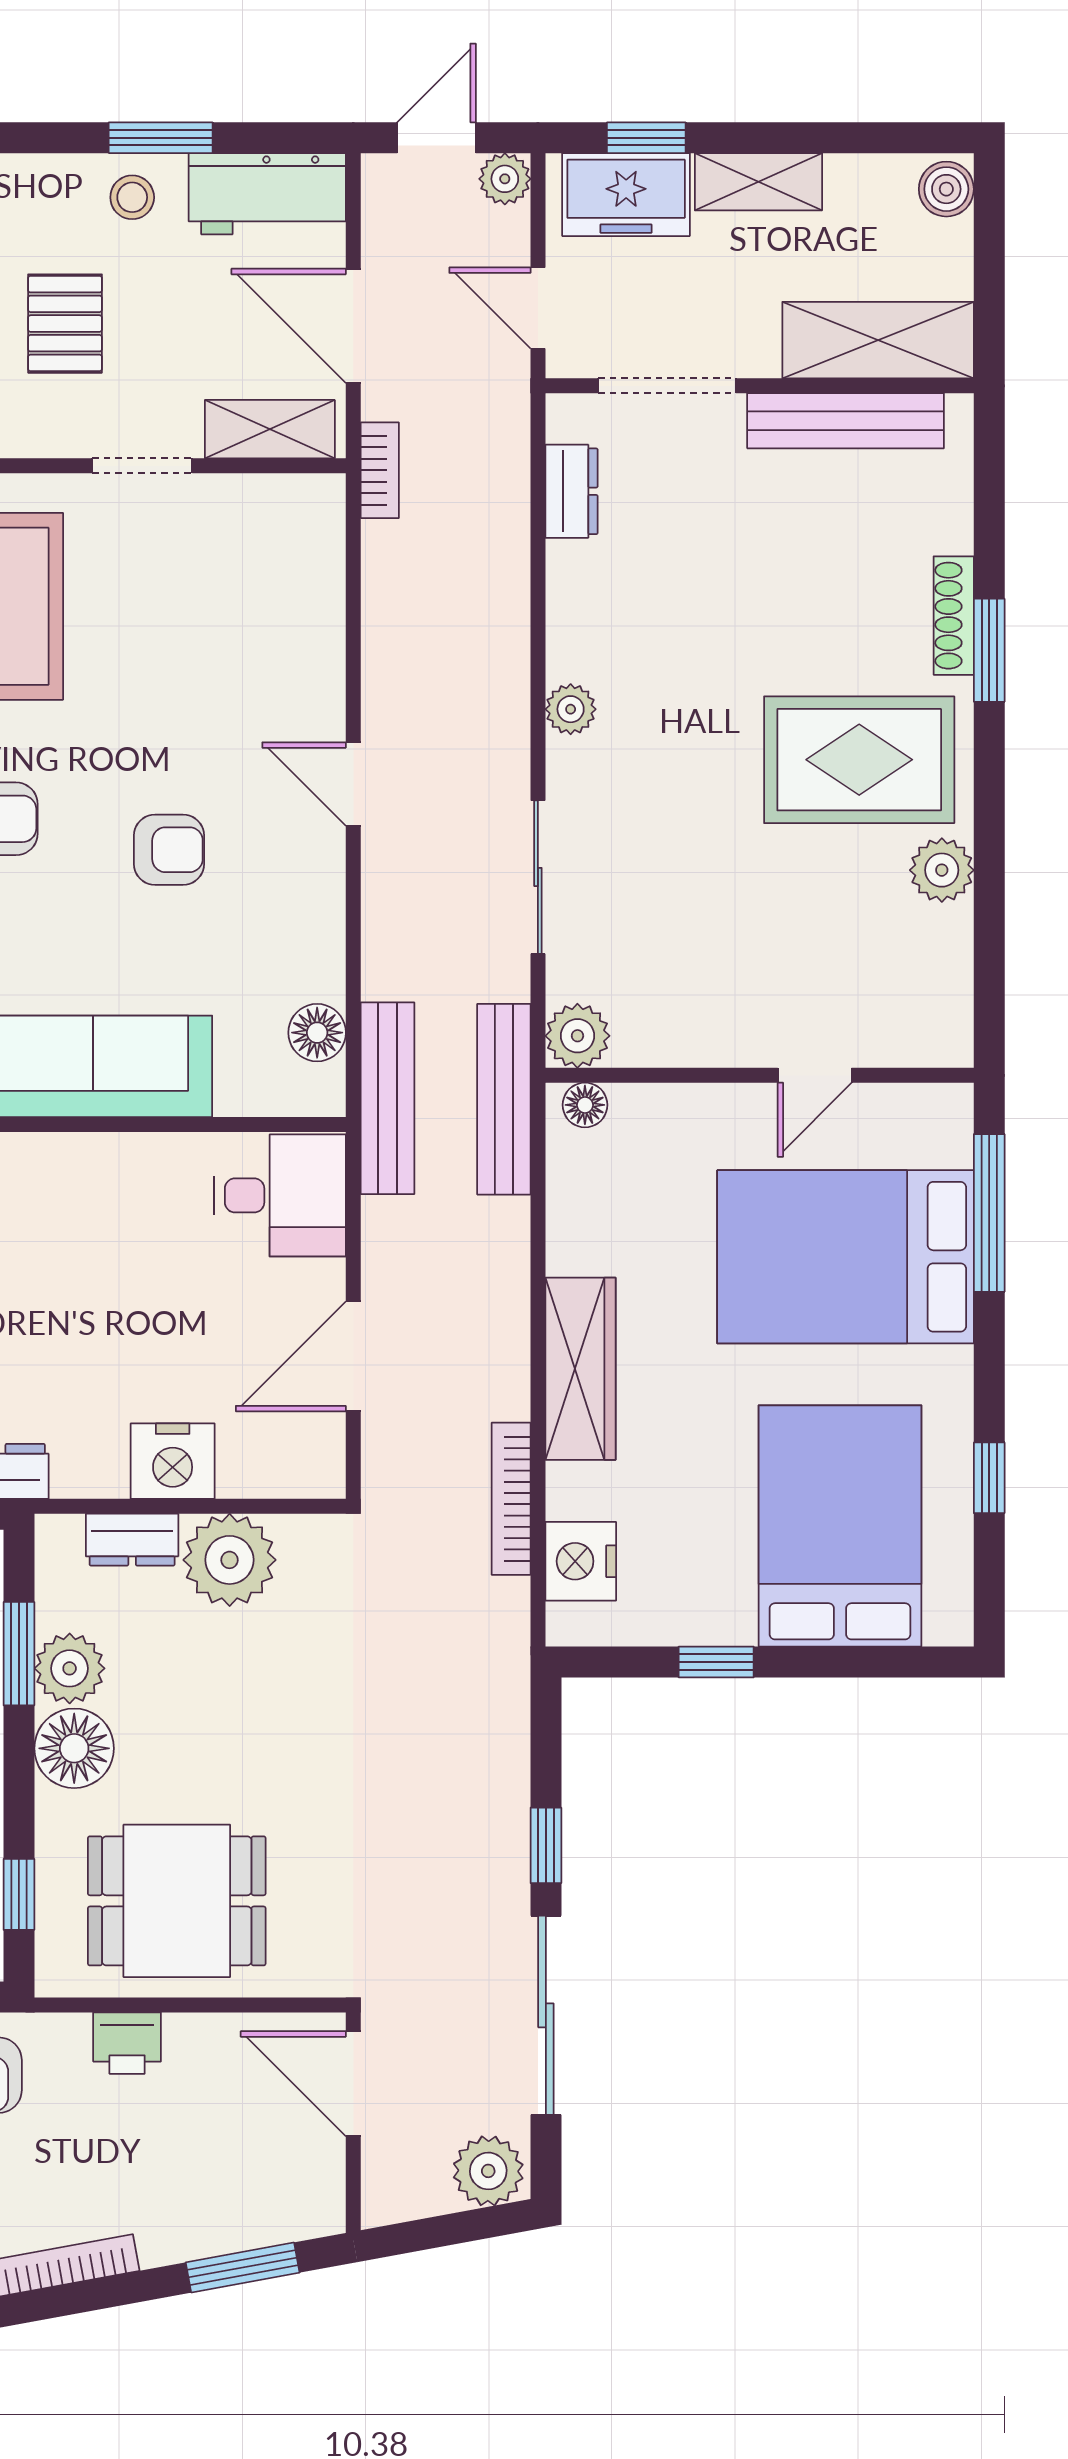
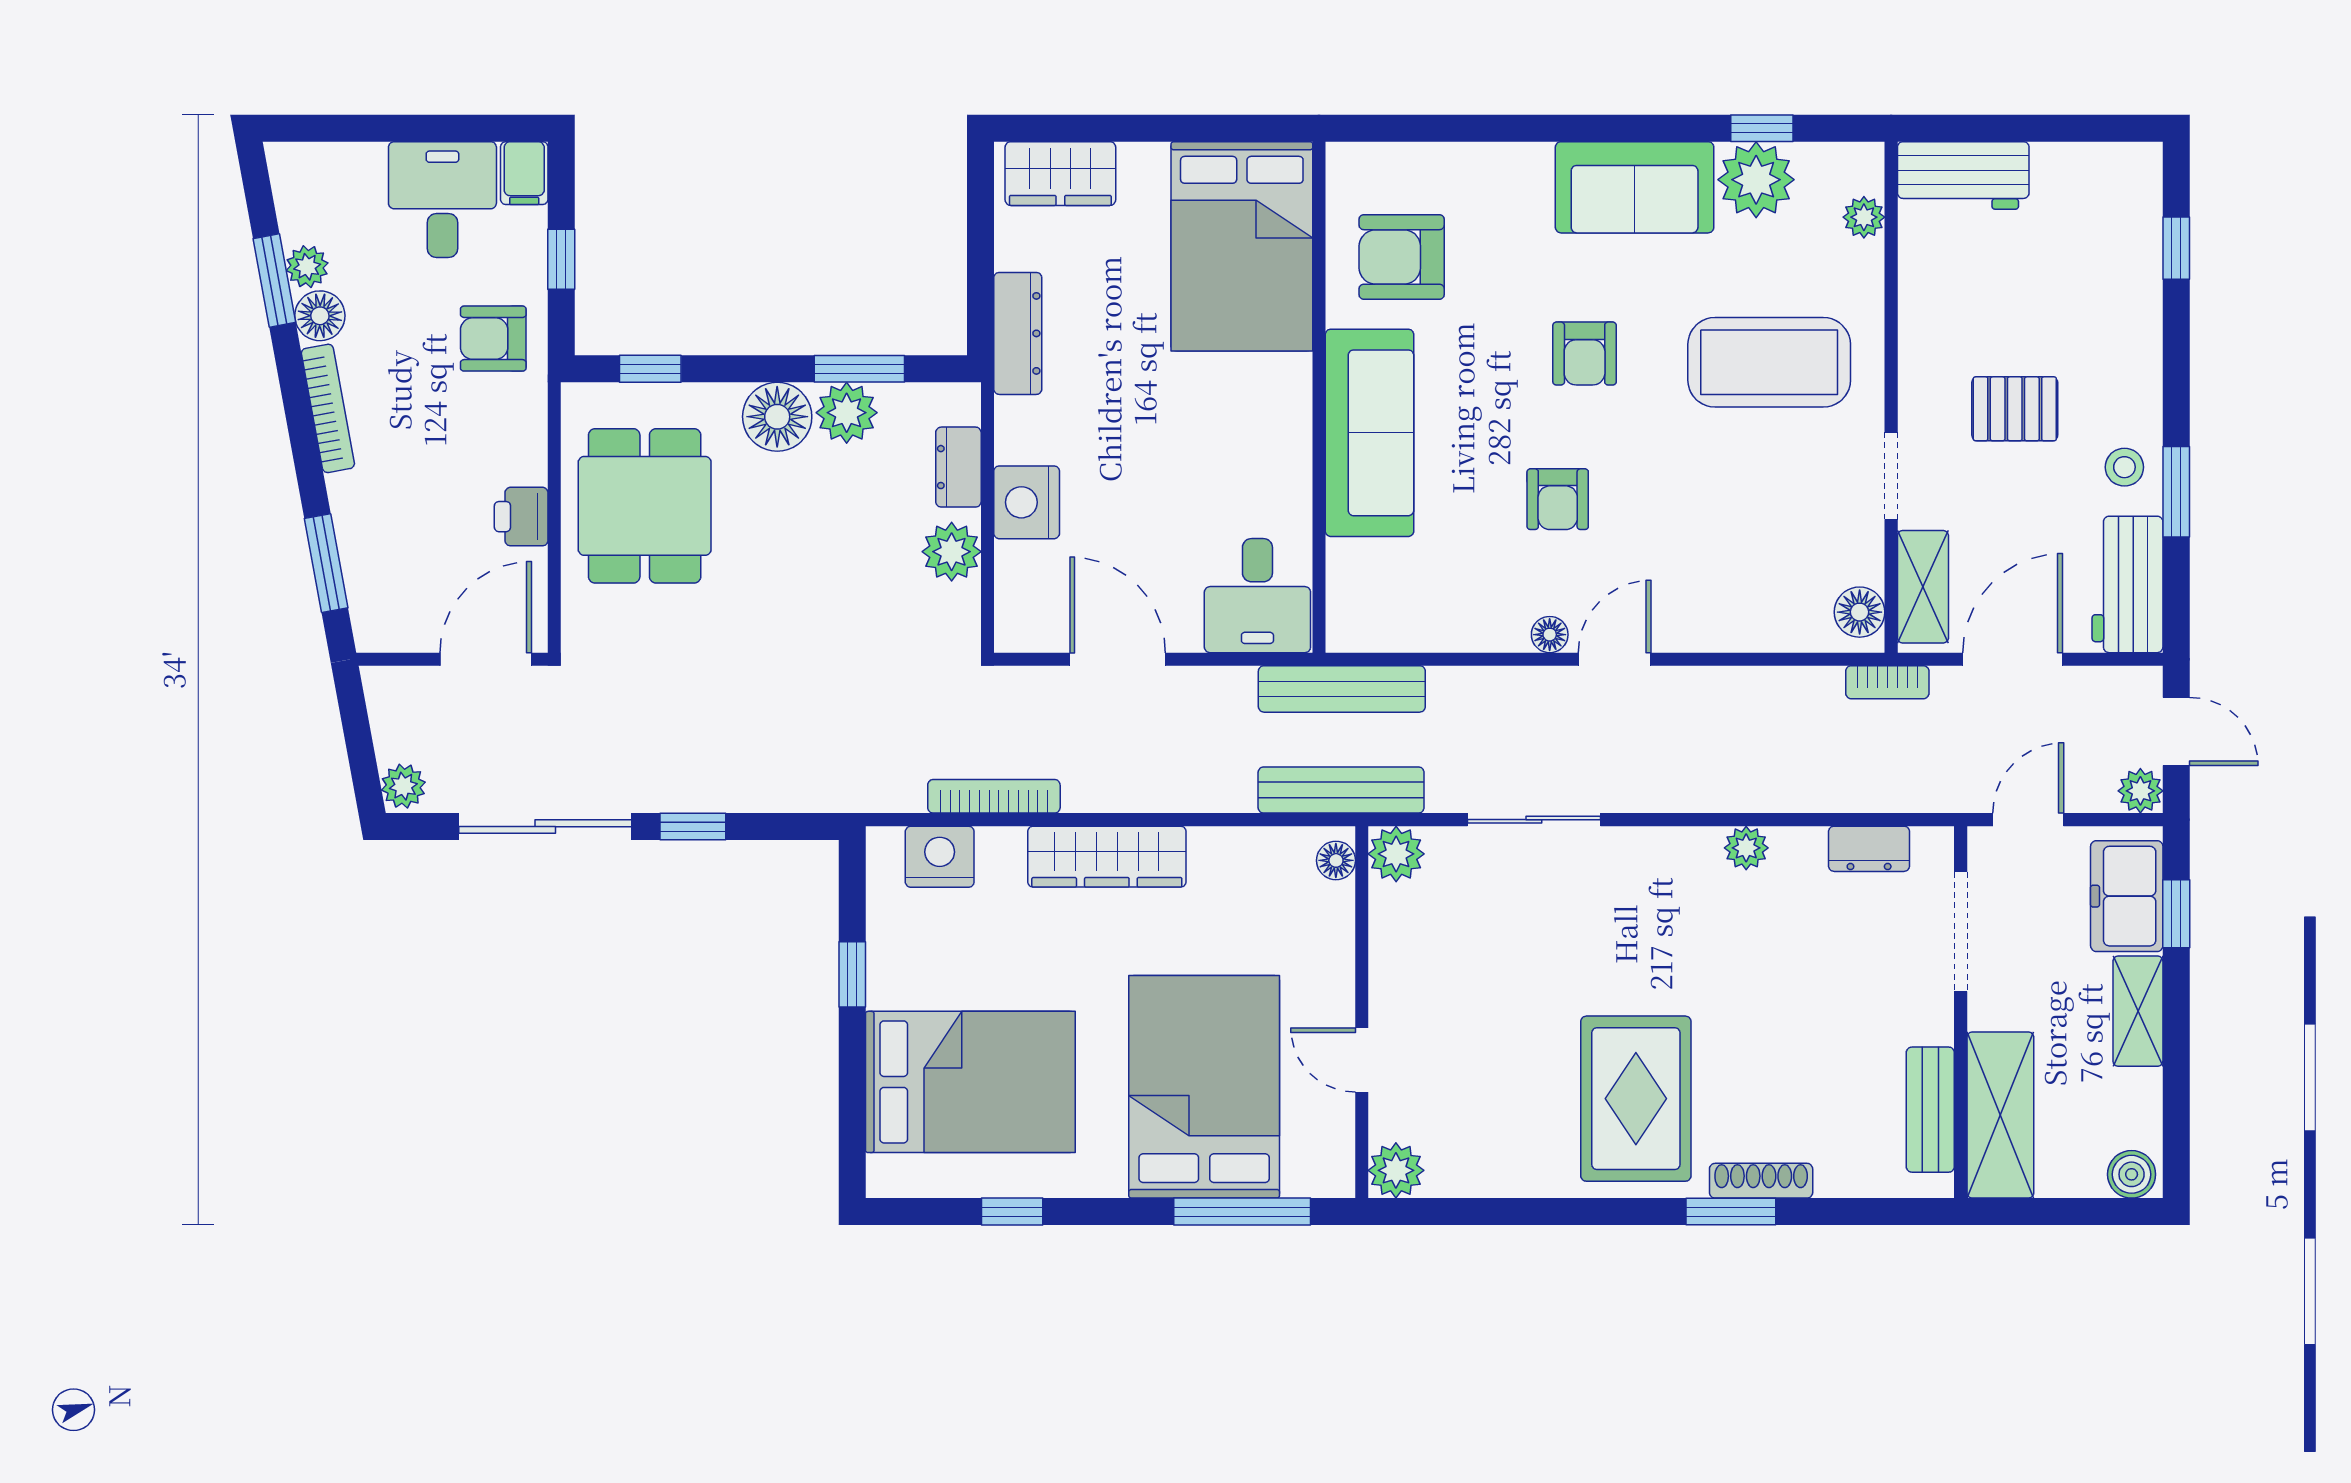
bench: (846, 421) -> (1930, 1110), width x0.73
floor lamp: (299, 502) -> (1860, 612), added
plant: (571, 709) -> (1746, 848), moved
plant: (942, 870) -> (1396, 1170), moved
floor lamp: (317, 1033) -> (1550, 635), moved, width x0.73, depth x0.73
plant: (230, 1560) -> (952, 552), width x0.73, depth x0.73
printer: (127, 2043) -> (521, 517), moved
plant: (488, 2171) -> (403, 786), width x0.73, depth x0.73

